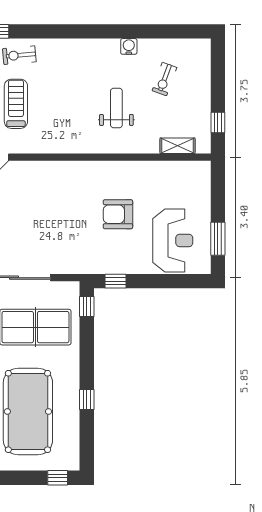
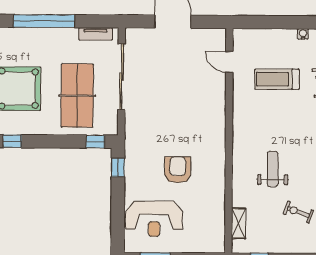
treadmill: (16, 104) -> (277, 79), turned 180
weight bench: (116, 108) -> (273, 169), turned -90

